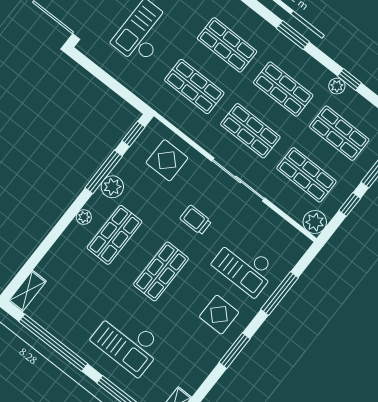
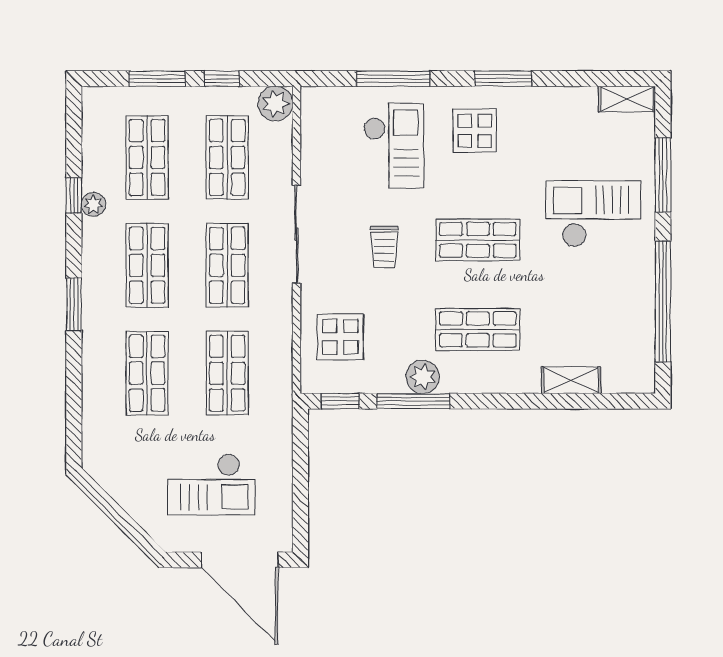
plant: (84, 217) -> (485, 382), removed
shelving: (27, 291) -> (571, 380), moved
checkout: (127, 342) -> (593, 214), turned -90

